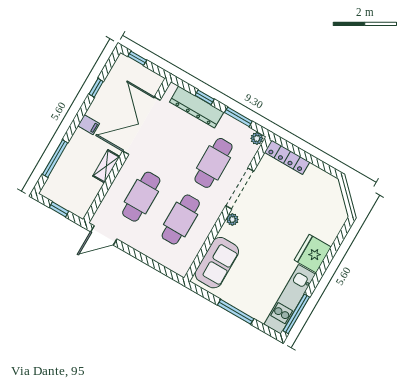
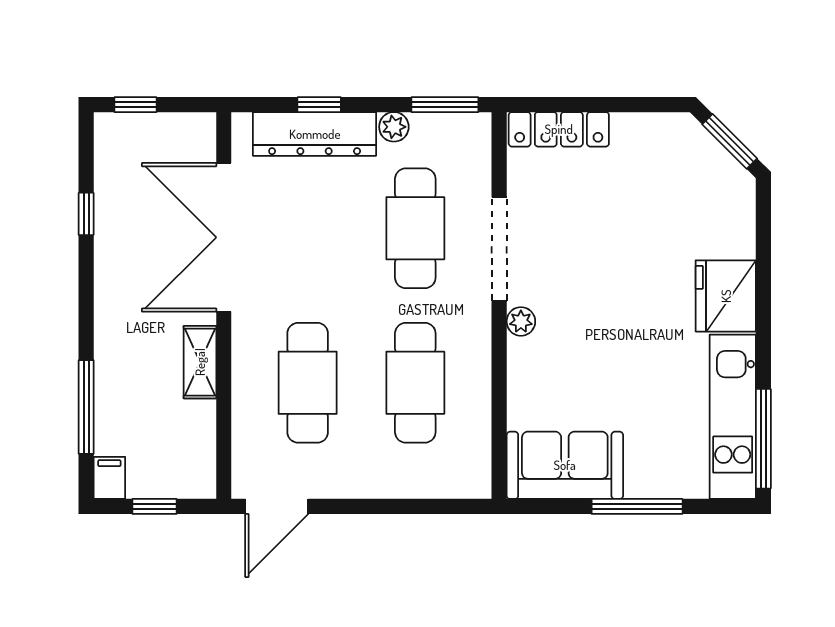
window: (238, 117) -> (445, 105), moved
filing cabinet: (89, 125) -> (109, 478), moved, turned -90
plant: (257, 138) -> (394, 127), moved
window: (347, 198) -> (730, 141), added
sofa: (217, 263) -> (565, 465), moved, turned -90

